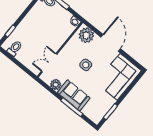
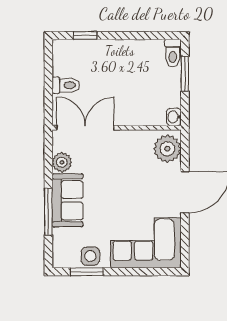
toilet: (15, 48) -> (66, 85), moved
double door: (49, 63) -> (85, 128), width x1.37
side table: (86, 65) -> (90, 256), moved

